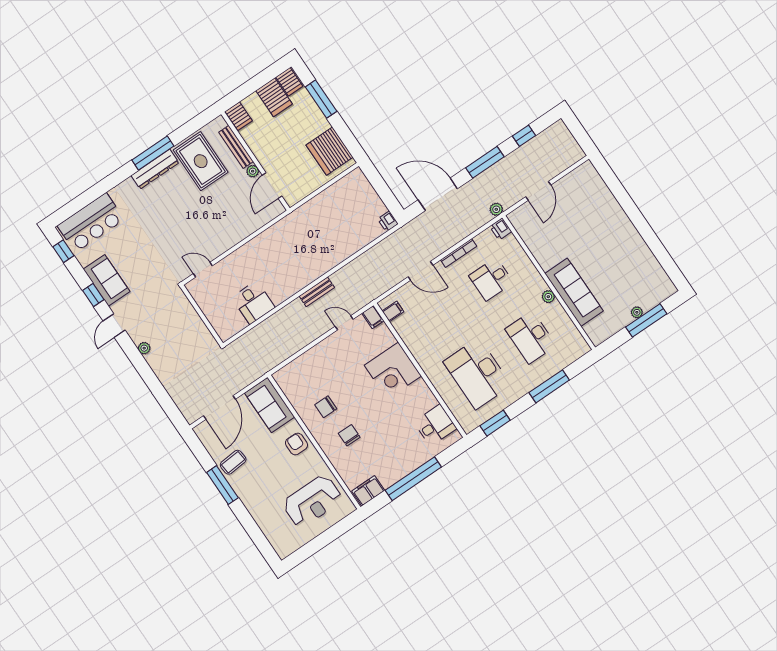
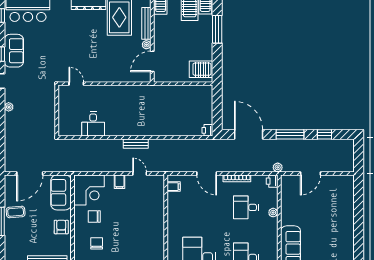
server rack: (330, 151) -> (201, 69), width x0.62
plant: (548, 297) -> (273, 213), moved
filing cabinet: (373, 317) -> (120, 182), moved
corner desk: (393, 371) -> (89, 190), moved, turned -90

